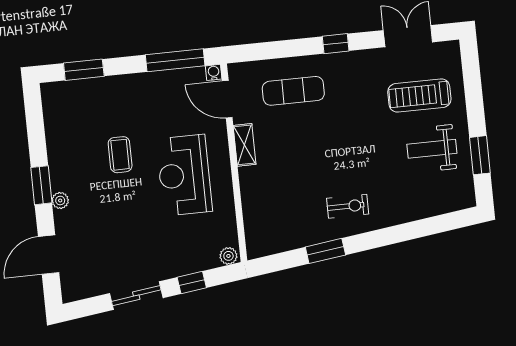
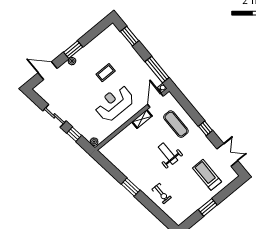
weight bench: (432, 149) -> (168, 154), moved
window: (480, 155) -> (208, 207), moved
exercise bike: (348, 206) -> (162, 193), moved
window: (325, 251) -> (131, 187), moved

